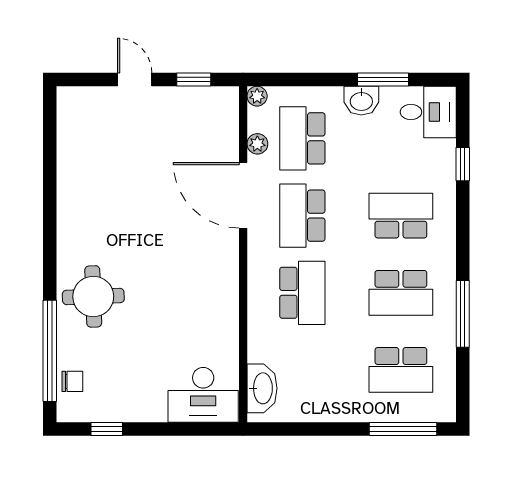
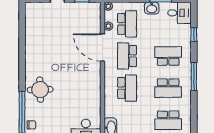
school desk: (302, 138) -> (127, 24), turned 180
window: (463, 314) -> (194, 76), moved

